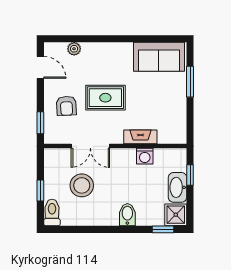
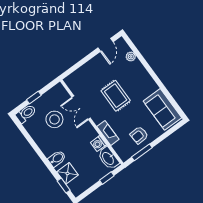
window: (190, 82) -> (142, 152), moved
armchair: (66, 106) -> (139, 135), moved
window: (40, 123) -> (73, 69), removed
washbasin: (177, 187) -> (108, 158), moved, turned -90
shower: (176, 215) -> (68, 173), moved

